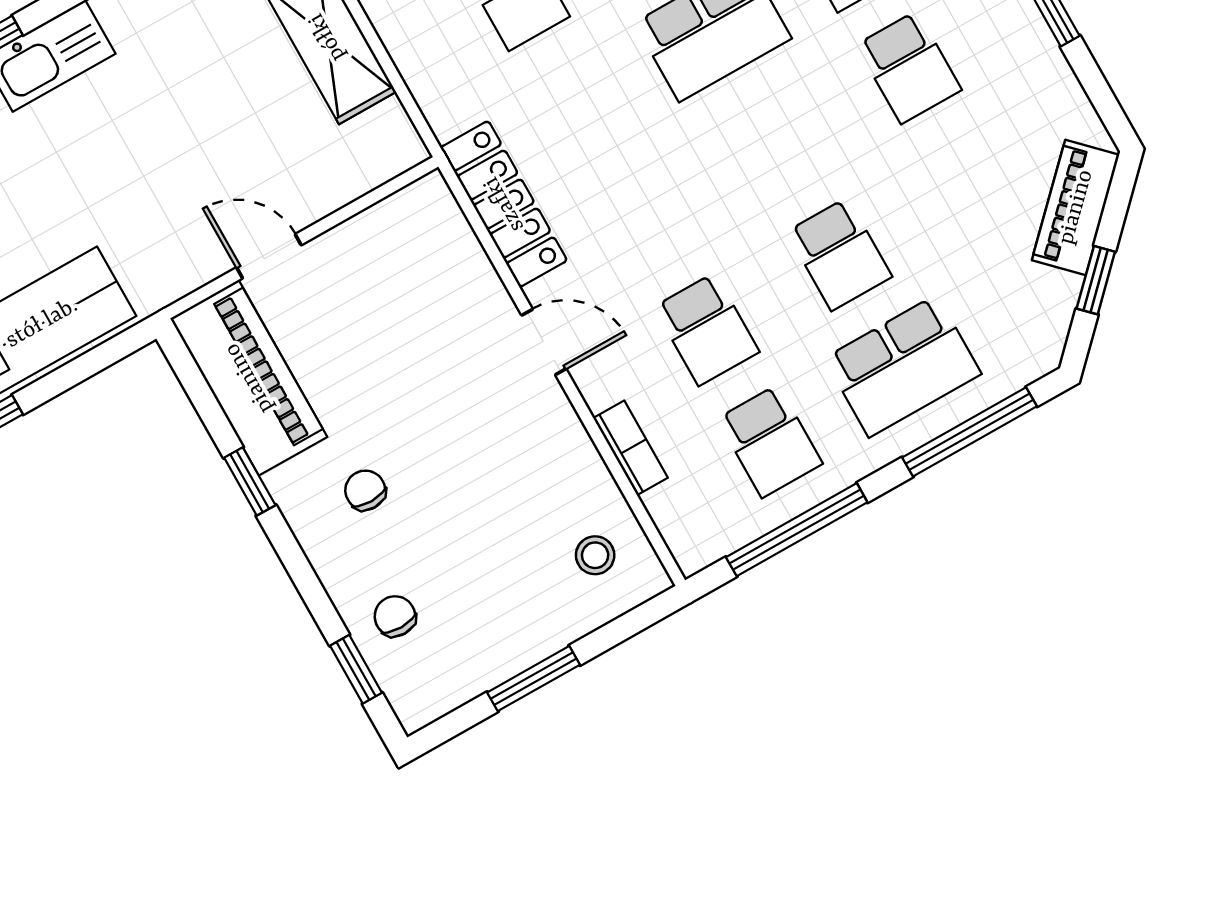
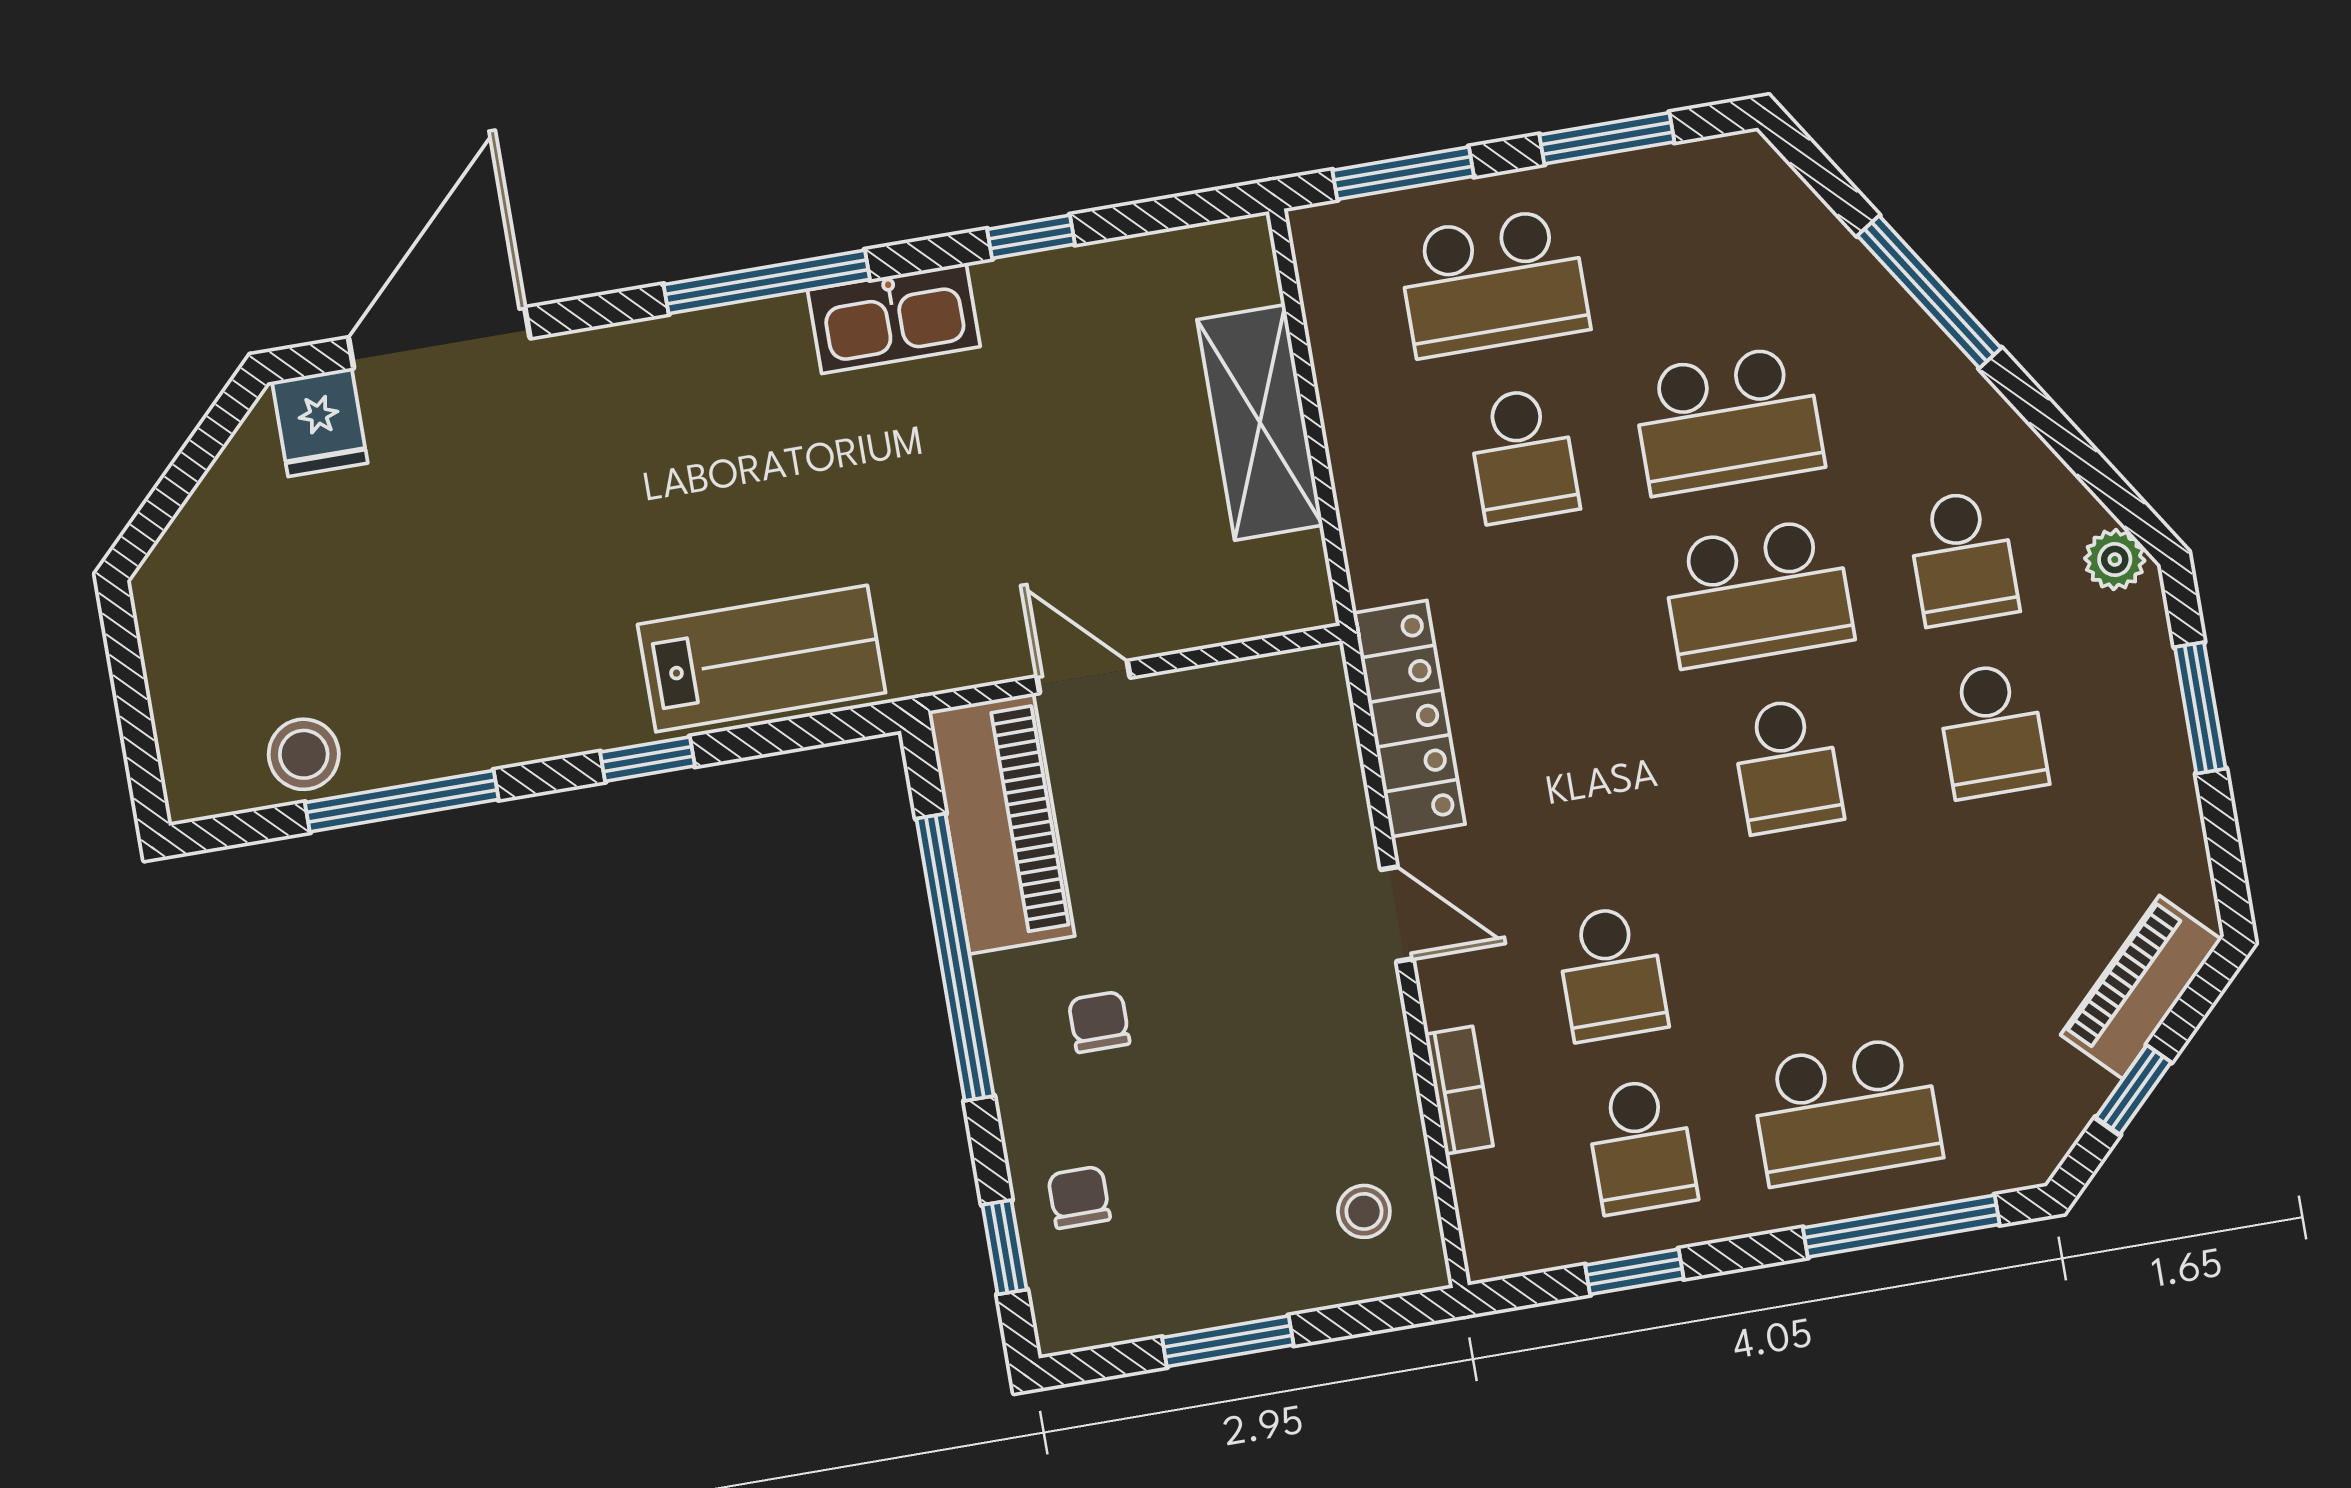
school desk: (839, 254) -> (1787, 765), moved
window: (250, 482) -> (955, 957), width x3.17
window: (797, 530) -> (1634, 1272), width x0.46

